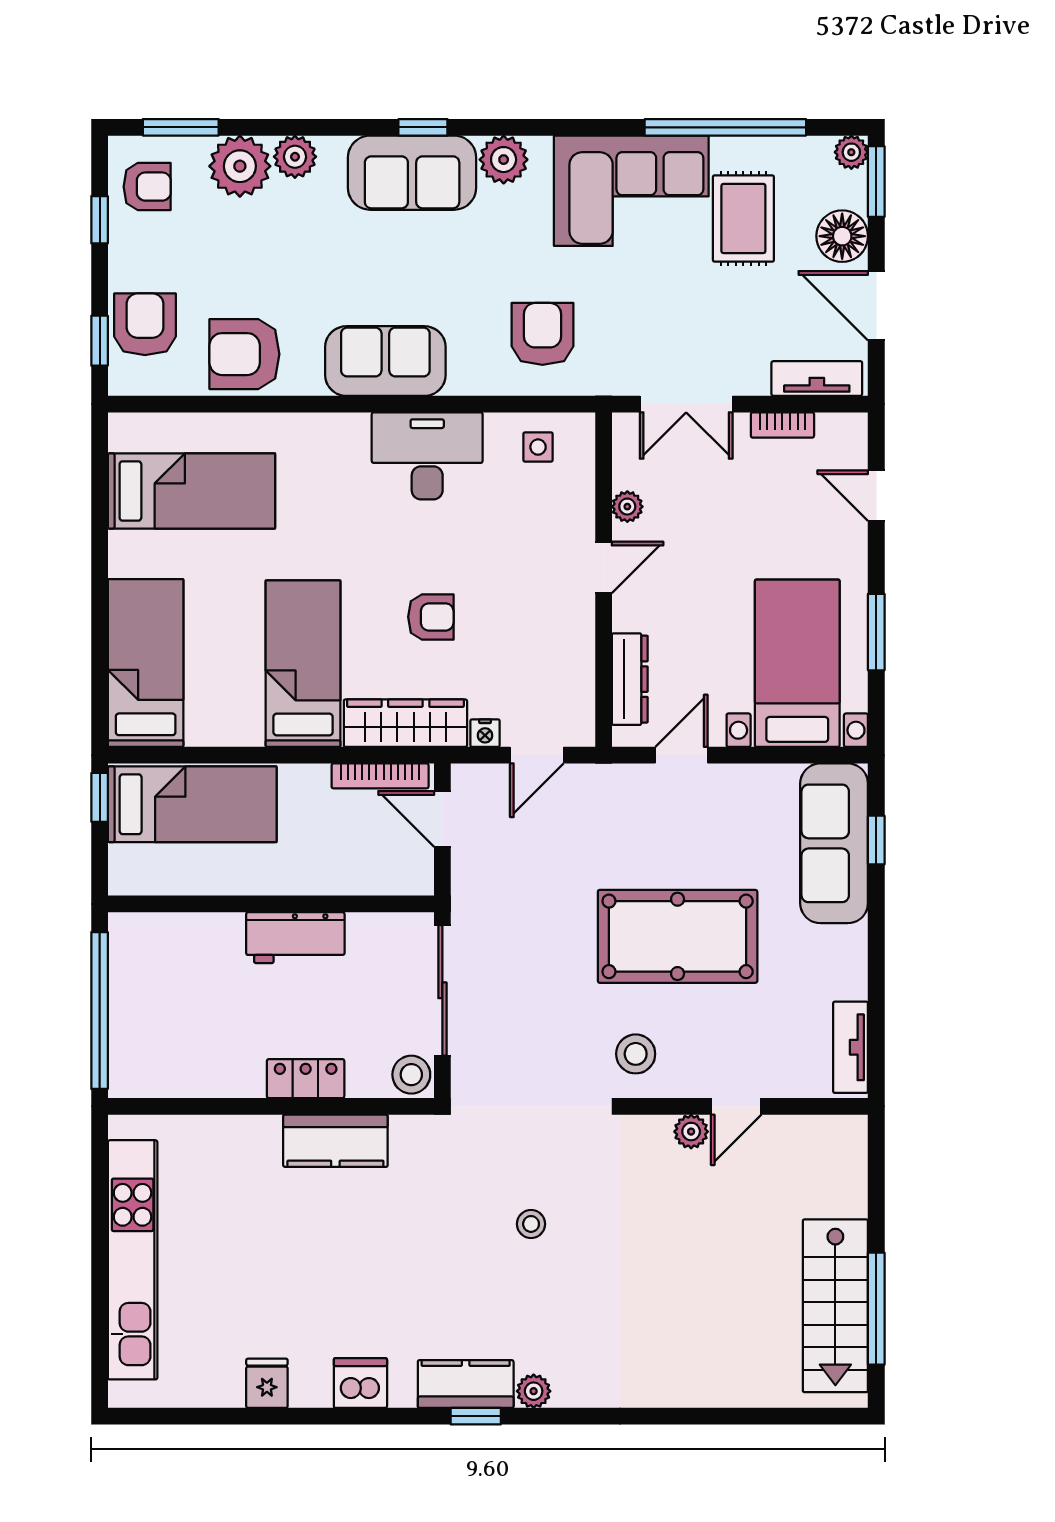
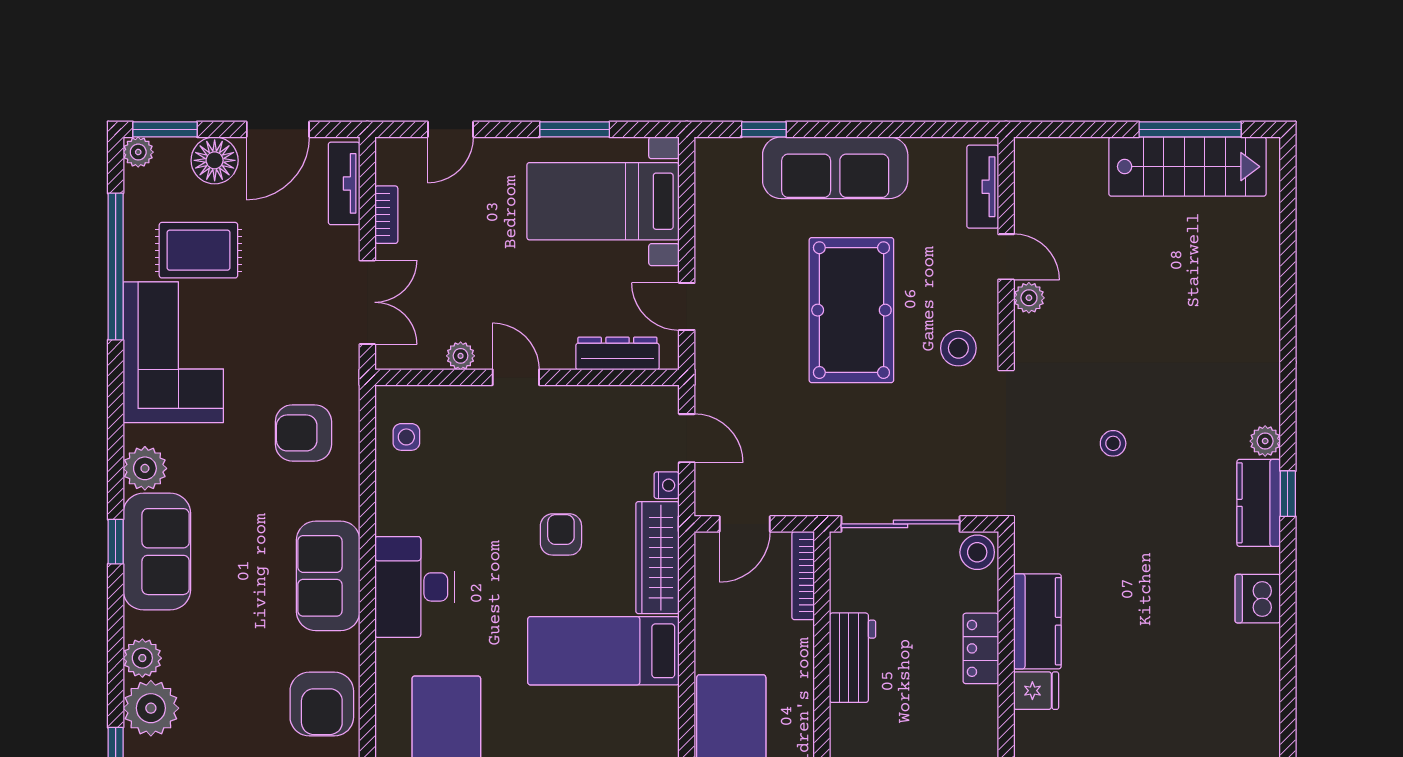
desk: (427, 456) -> (414, 587), moved
bookcase: (380, 776) -> (803, 576), moved, turned 180
sofa: (834, 843) -> (835, 168), moved
tv unit: (851, 1047) -> (983, 187), moved, turned 90
fridge: (267, 1383) -> (1036, 691), moved, turned 180

